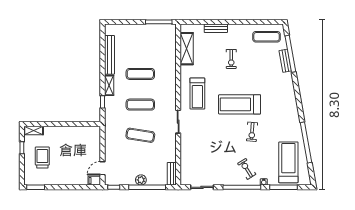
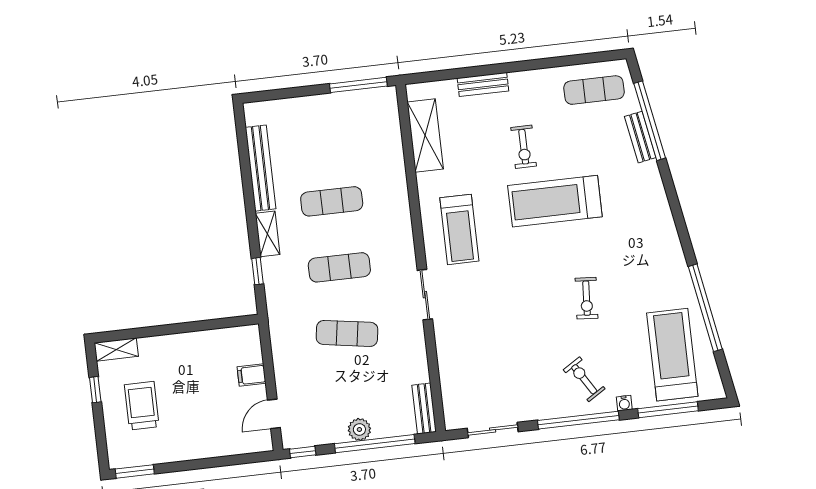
treadmill: (240, 104) -> (555, 201), moved
filing cabinet: (94, 181) -> (252, 375), moved

